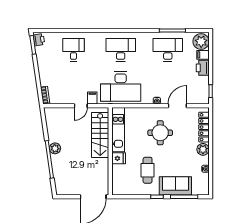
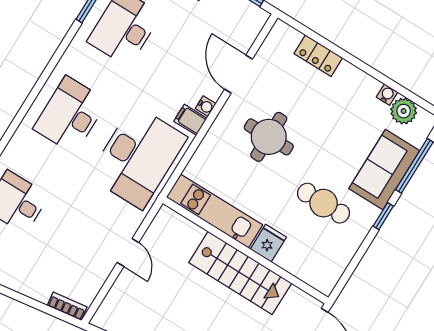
filing cabinet: (92, 98) -> (190, 120), moved
locker: (204, 127) -> (318, 56), width x0.66
stairs: (100, 135) -> (240, 273), moved
plant: (203, 149) -> (404, 111), moved

